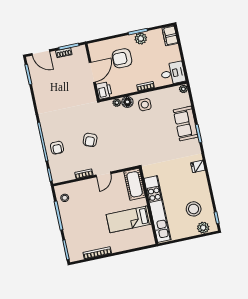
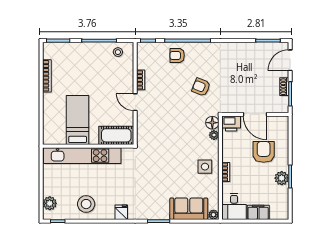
filing cabinet: (170, 36) -> (258, 212), moved
floor lamp: (127, 102) -> (212, 123), moved
sofa: (186, 123) -> (189, 209), moved
armchair: (90, 140) -> (201, 87), moved
stool: (194, 209) -> (86, 204), moved

